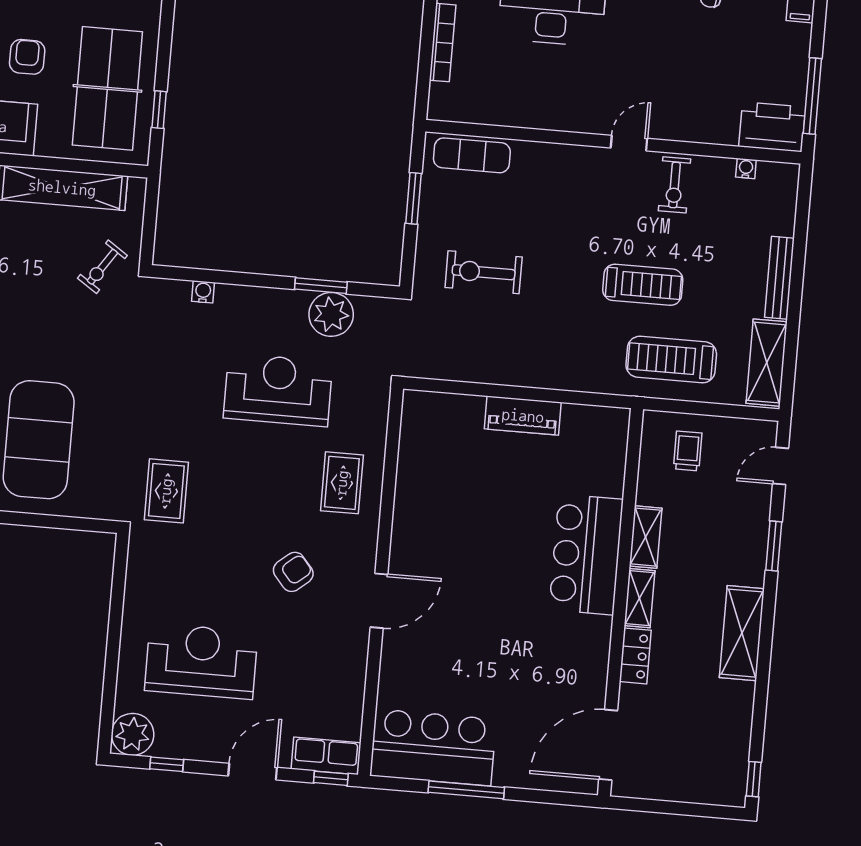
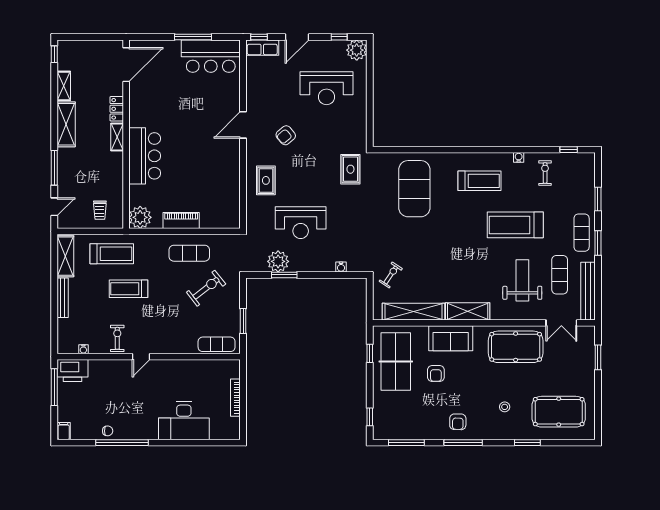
exercise bike: (484, 272) -> (206, 288), turned -38
exercise mat: (512, 347) -> (189, 253), added
plant: (606, 429) -> (140, 217), added
shelving: (646, 537) -> (64, 86), moved
window: (774, 546) -> (54, 168), width x1.44

